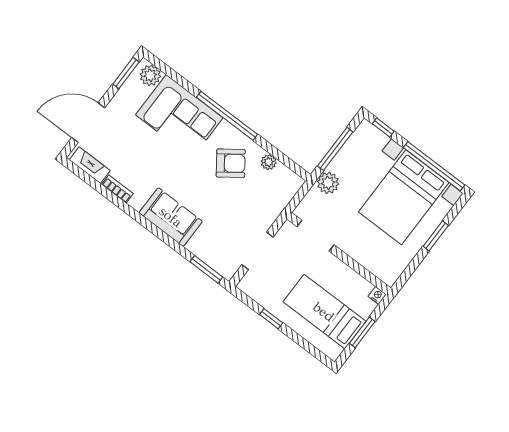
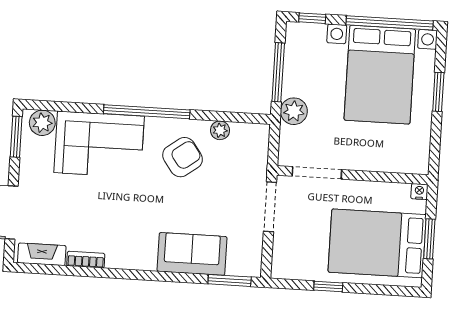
sofa: (171, 217) -> (192, 254), moved
doorway: (258, 251) -> (270, 207), moved
bed: (324, 312) -> (377, 243), width x1.50

